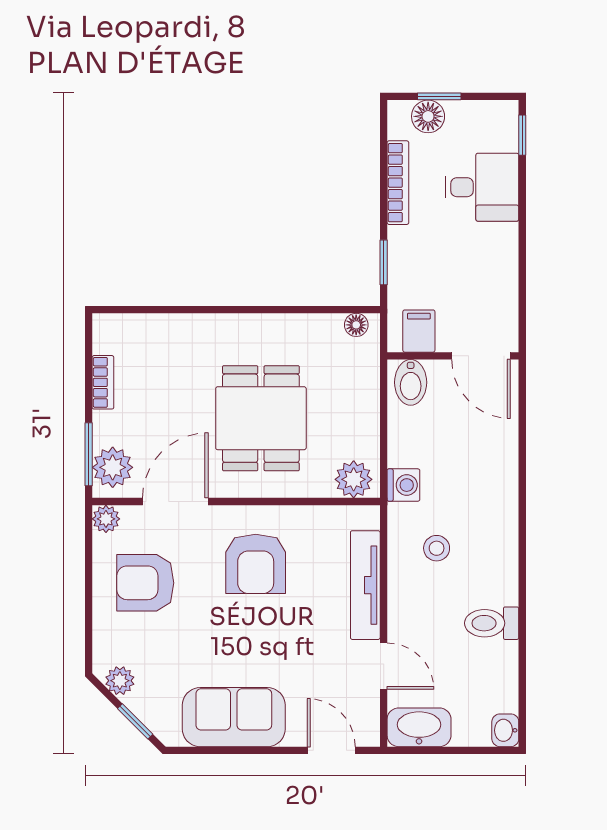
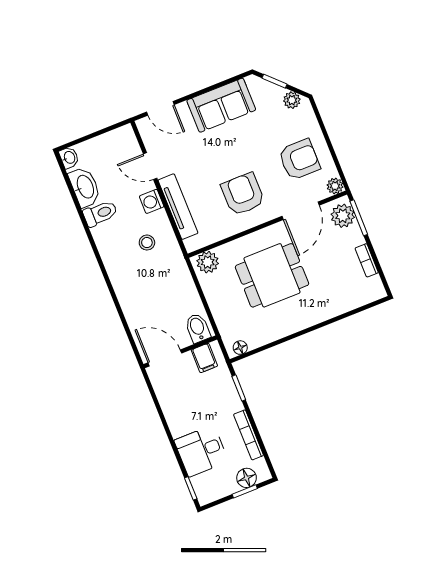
dining table: (261, 418) -> (272, 275), turned 90
washing machine: (403, 485) -> (152, 201), moved
washbasin: (419, 727) -> (85, 187), moved, turned -90

